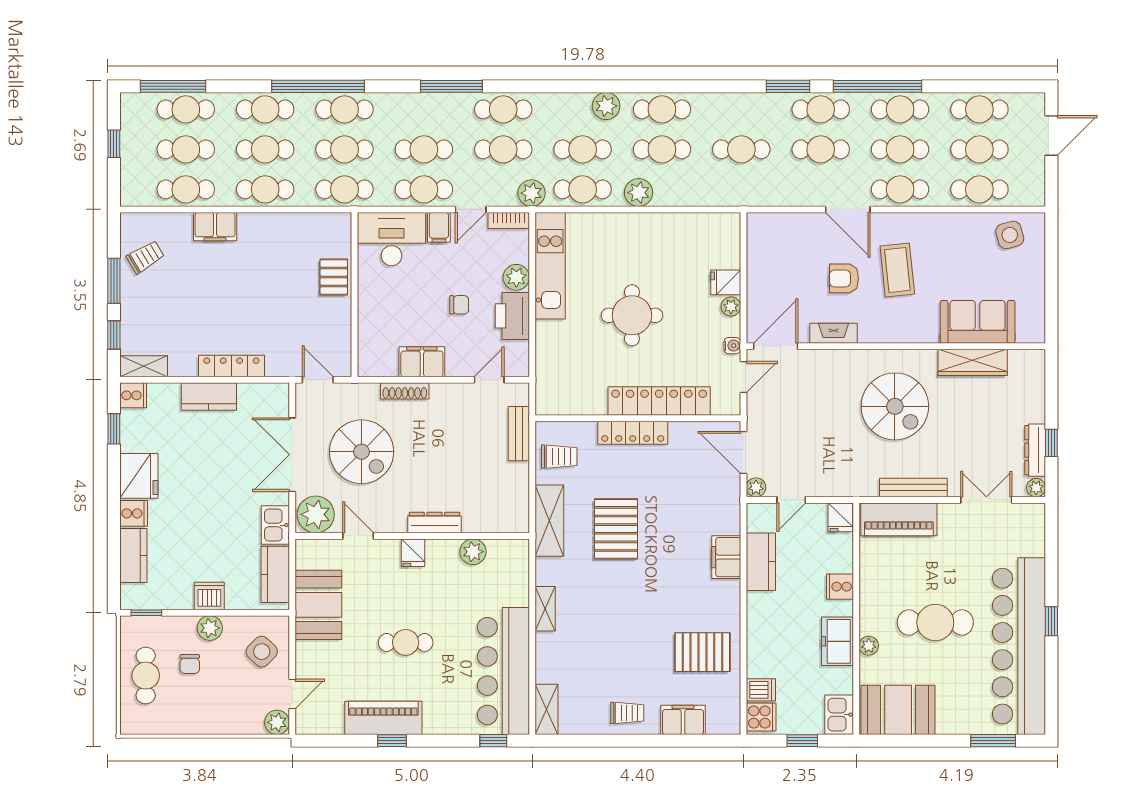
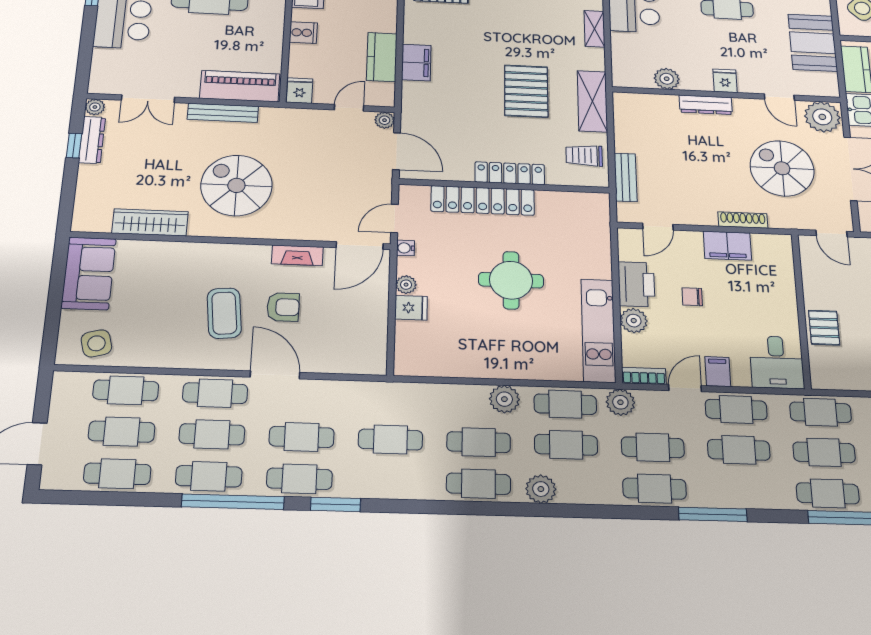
desk: (392, 239) -> (777, 362), width x0.73
sofa: (978, 322) -> (89, 273), moved, turned -90

